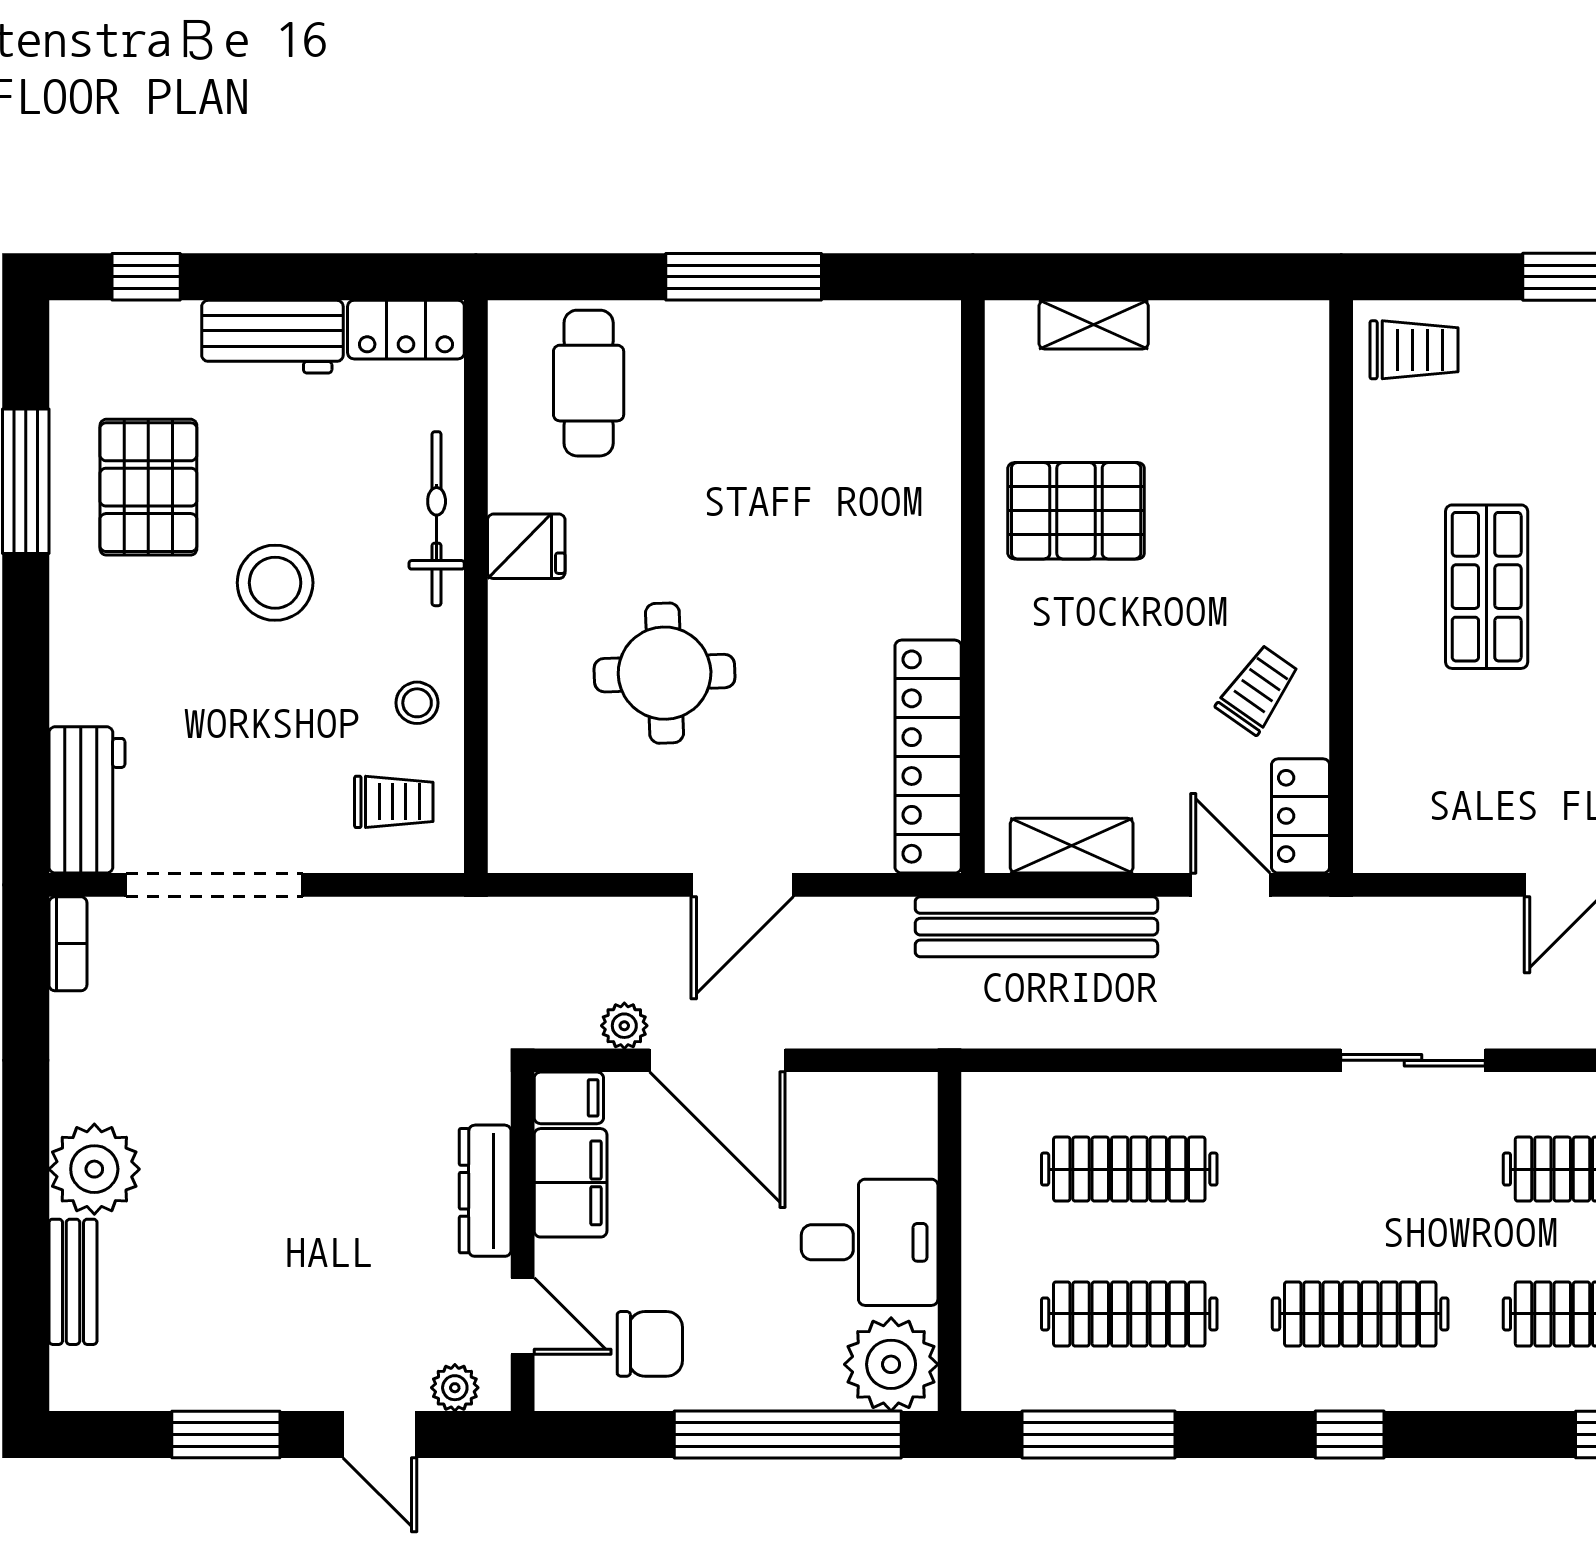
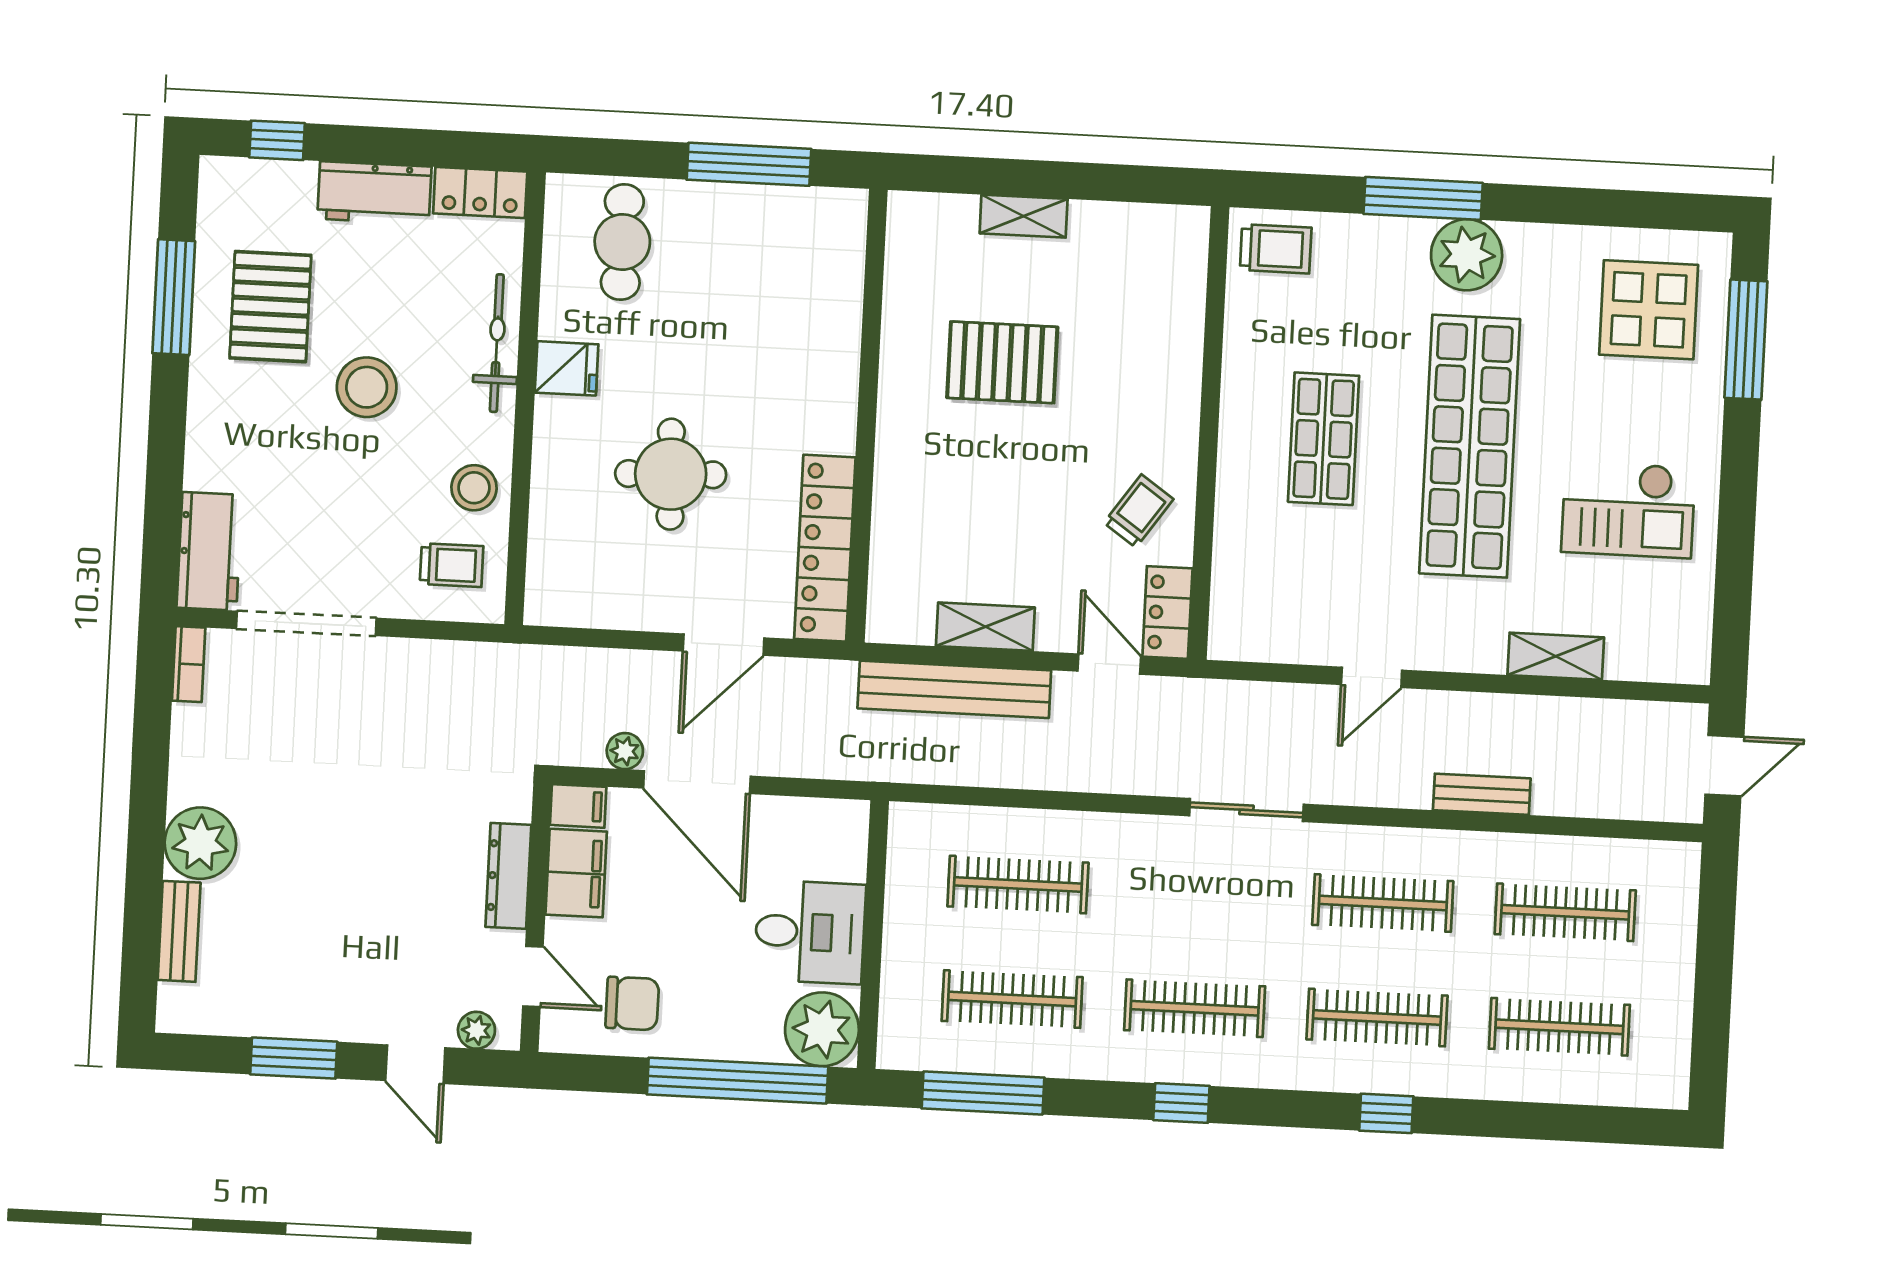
wall: (973, 587) -> (867, 416), moved
stool: (417, 703) -> (474, 488), width x1.37, depth x1.37
locker: (928, 757) -> (825, 548), moved

